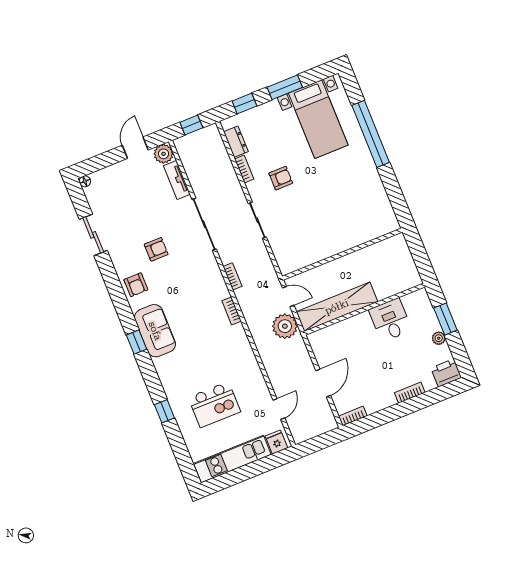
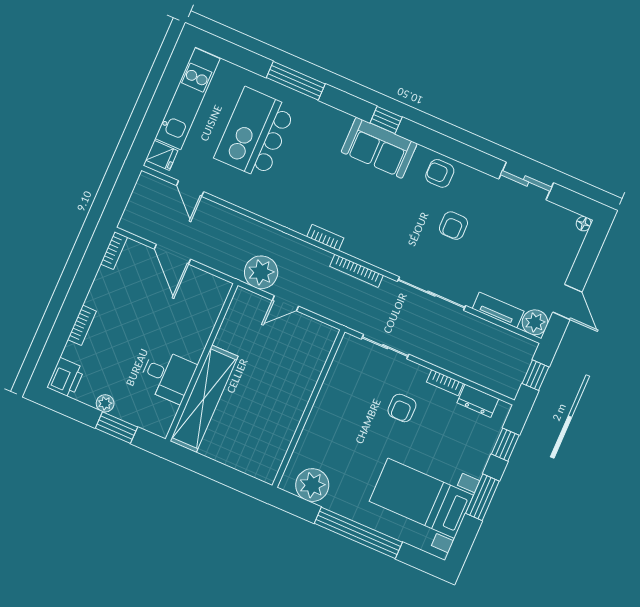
plant: (370, 184) -> (312, 485), added
wall: (342, 254) -> (309, 409), moved
bookcase: (233, 276) -> (356, 271), width x1.56
shelving: (337, 307) -> (204, 399), moved
kitchen island: (214, 405) -> (255, 133), width x1.37, depth x1.28
window: (164, 411) -> (296, 81), width x2.17

